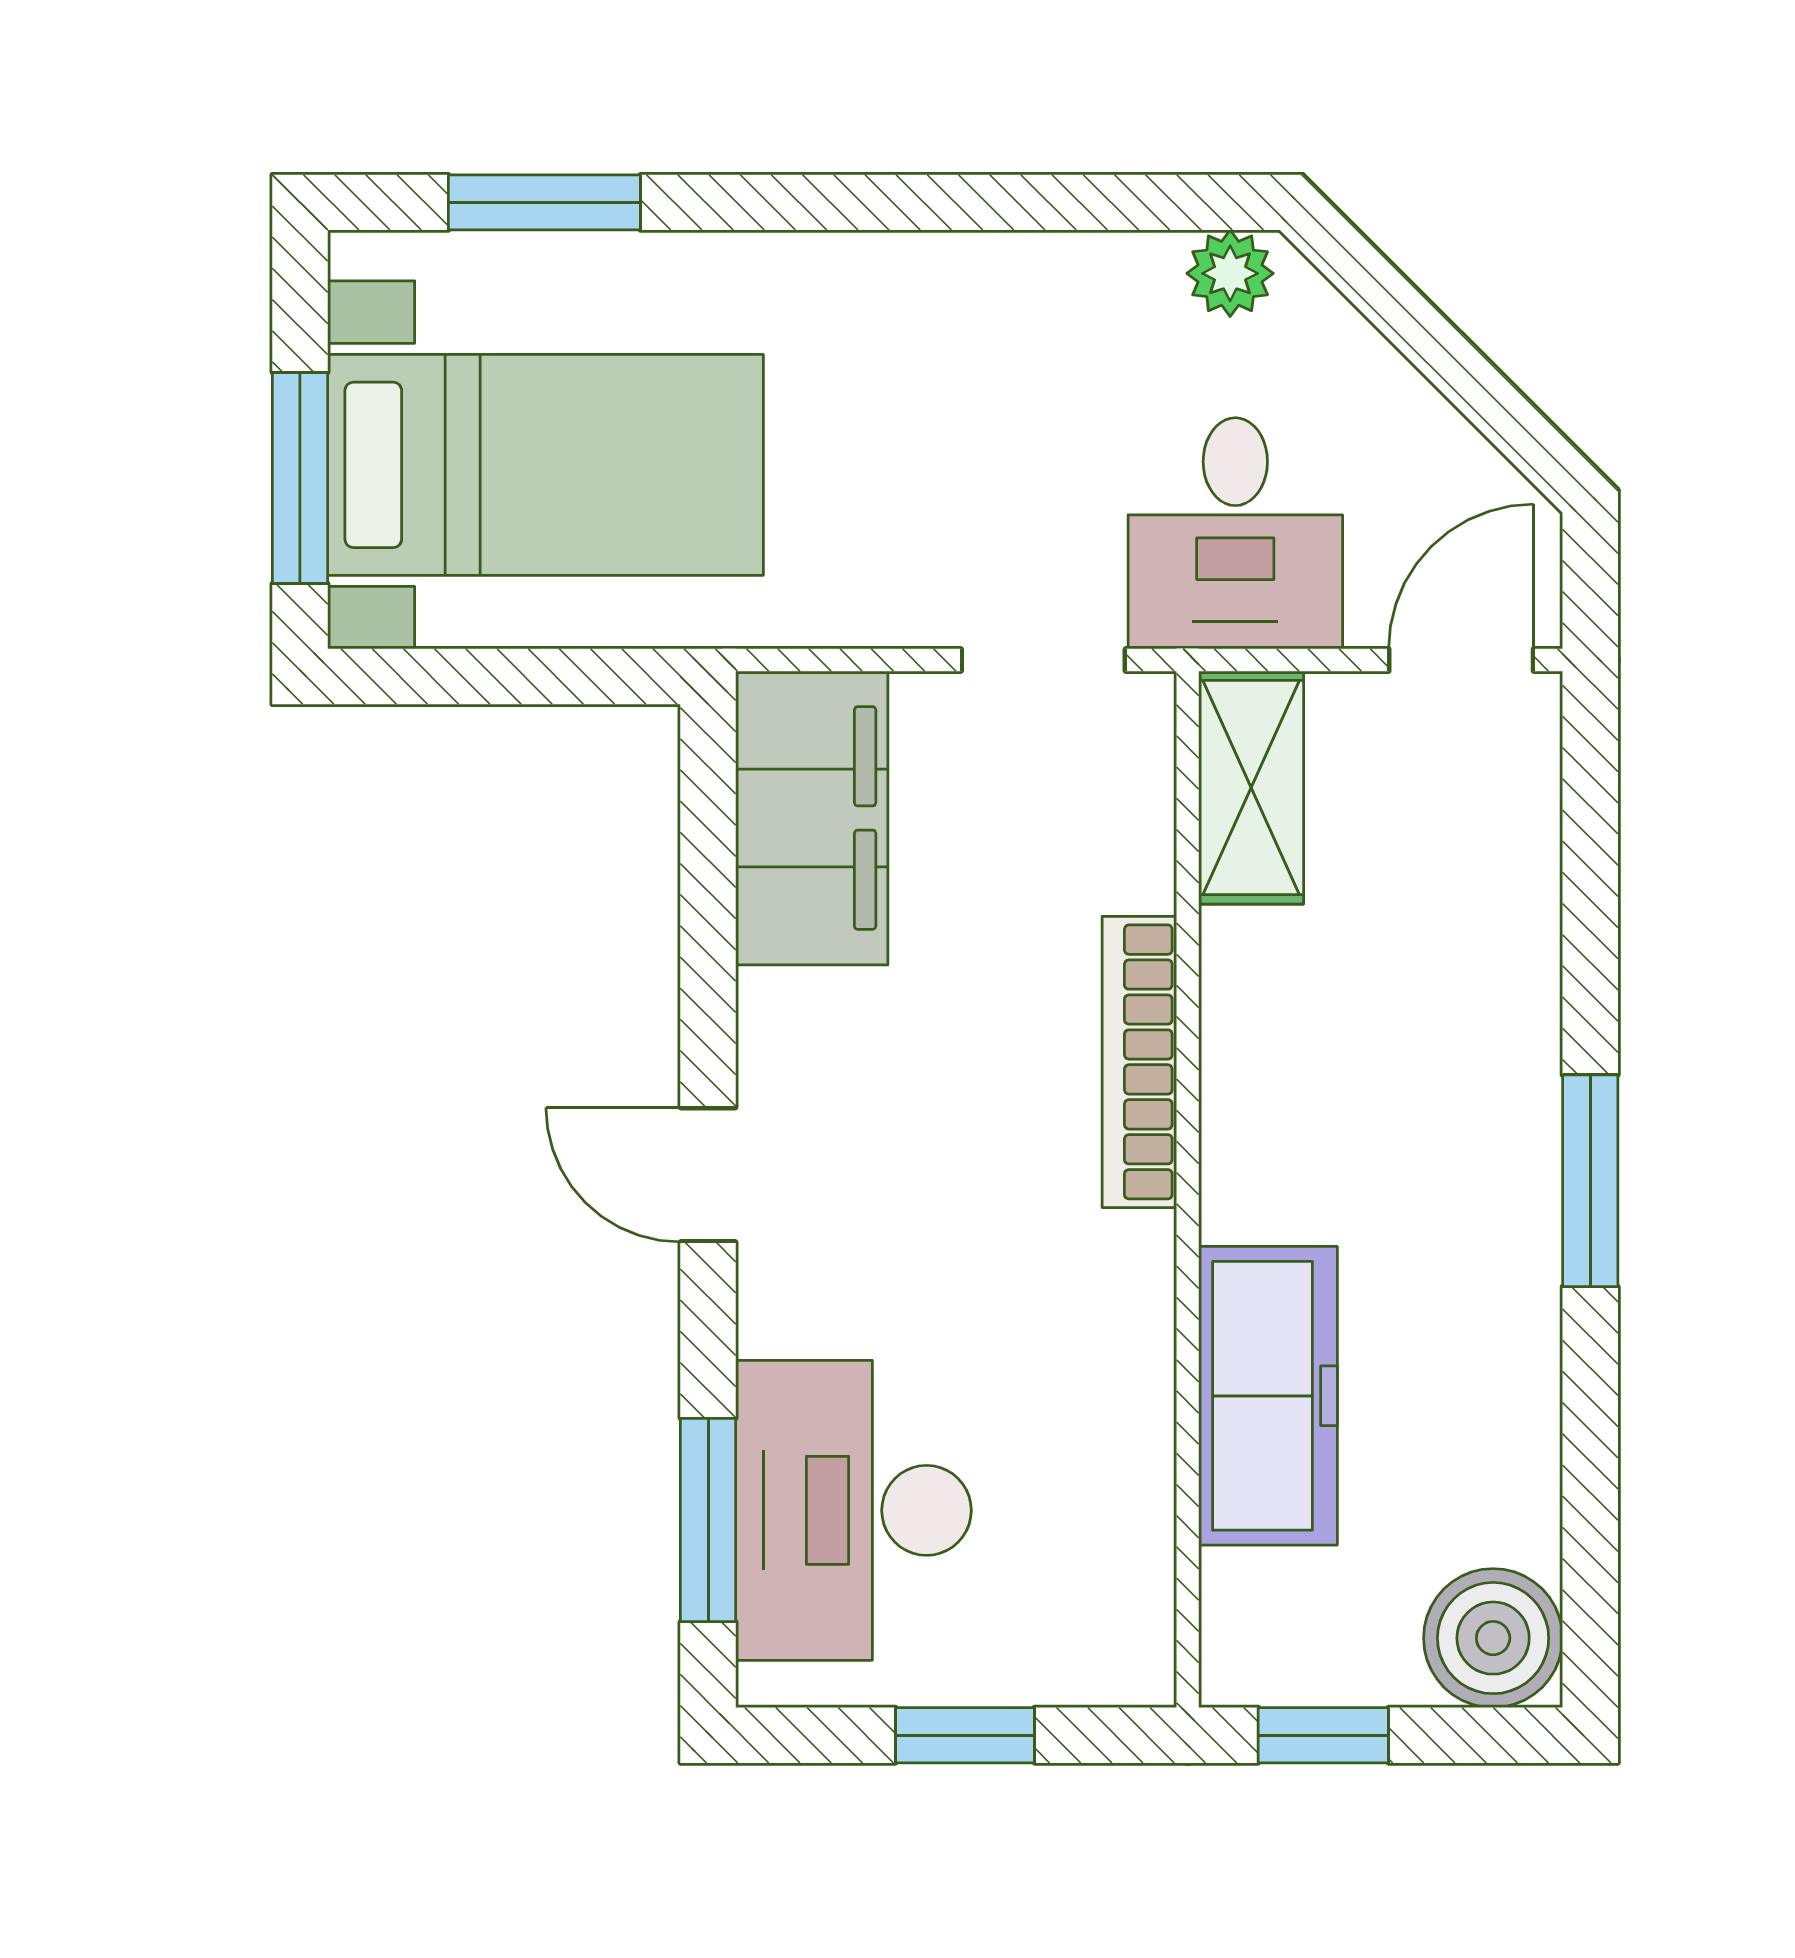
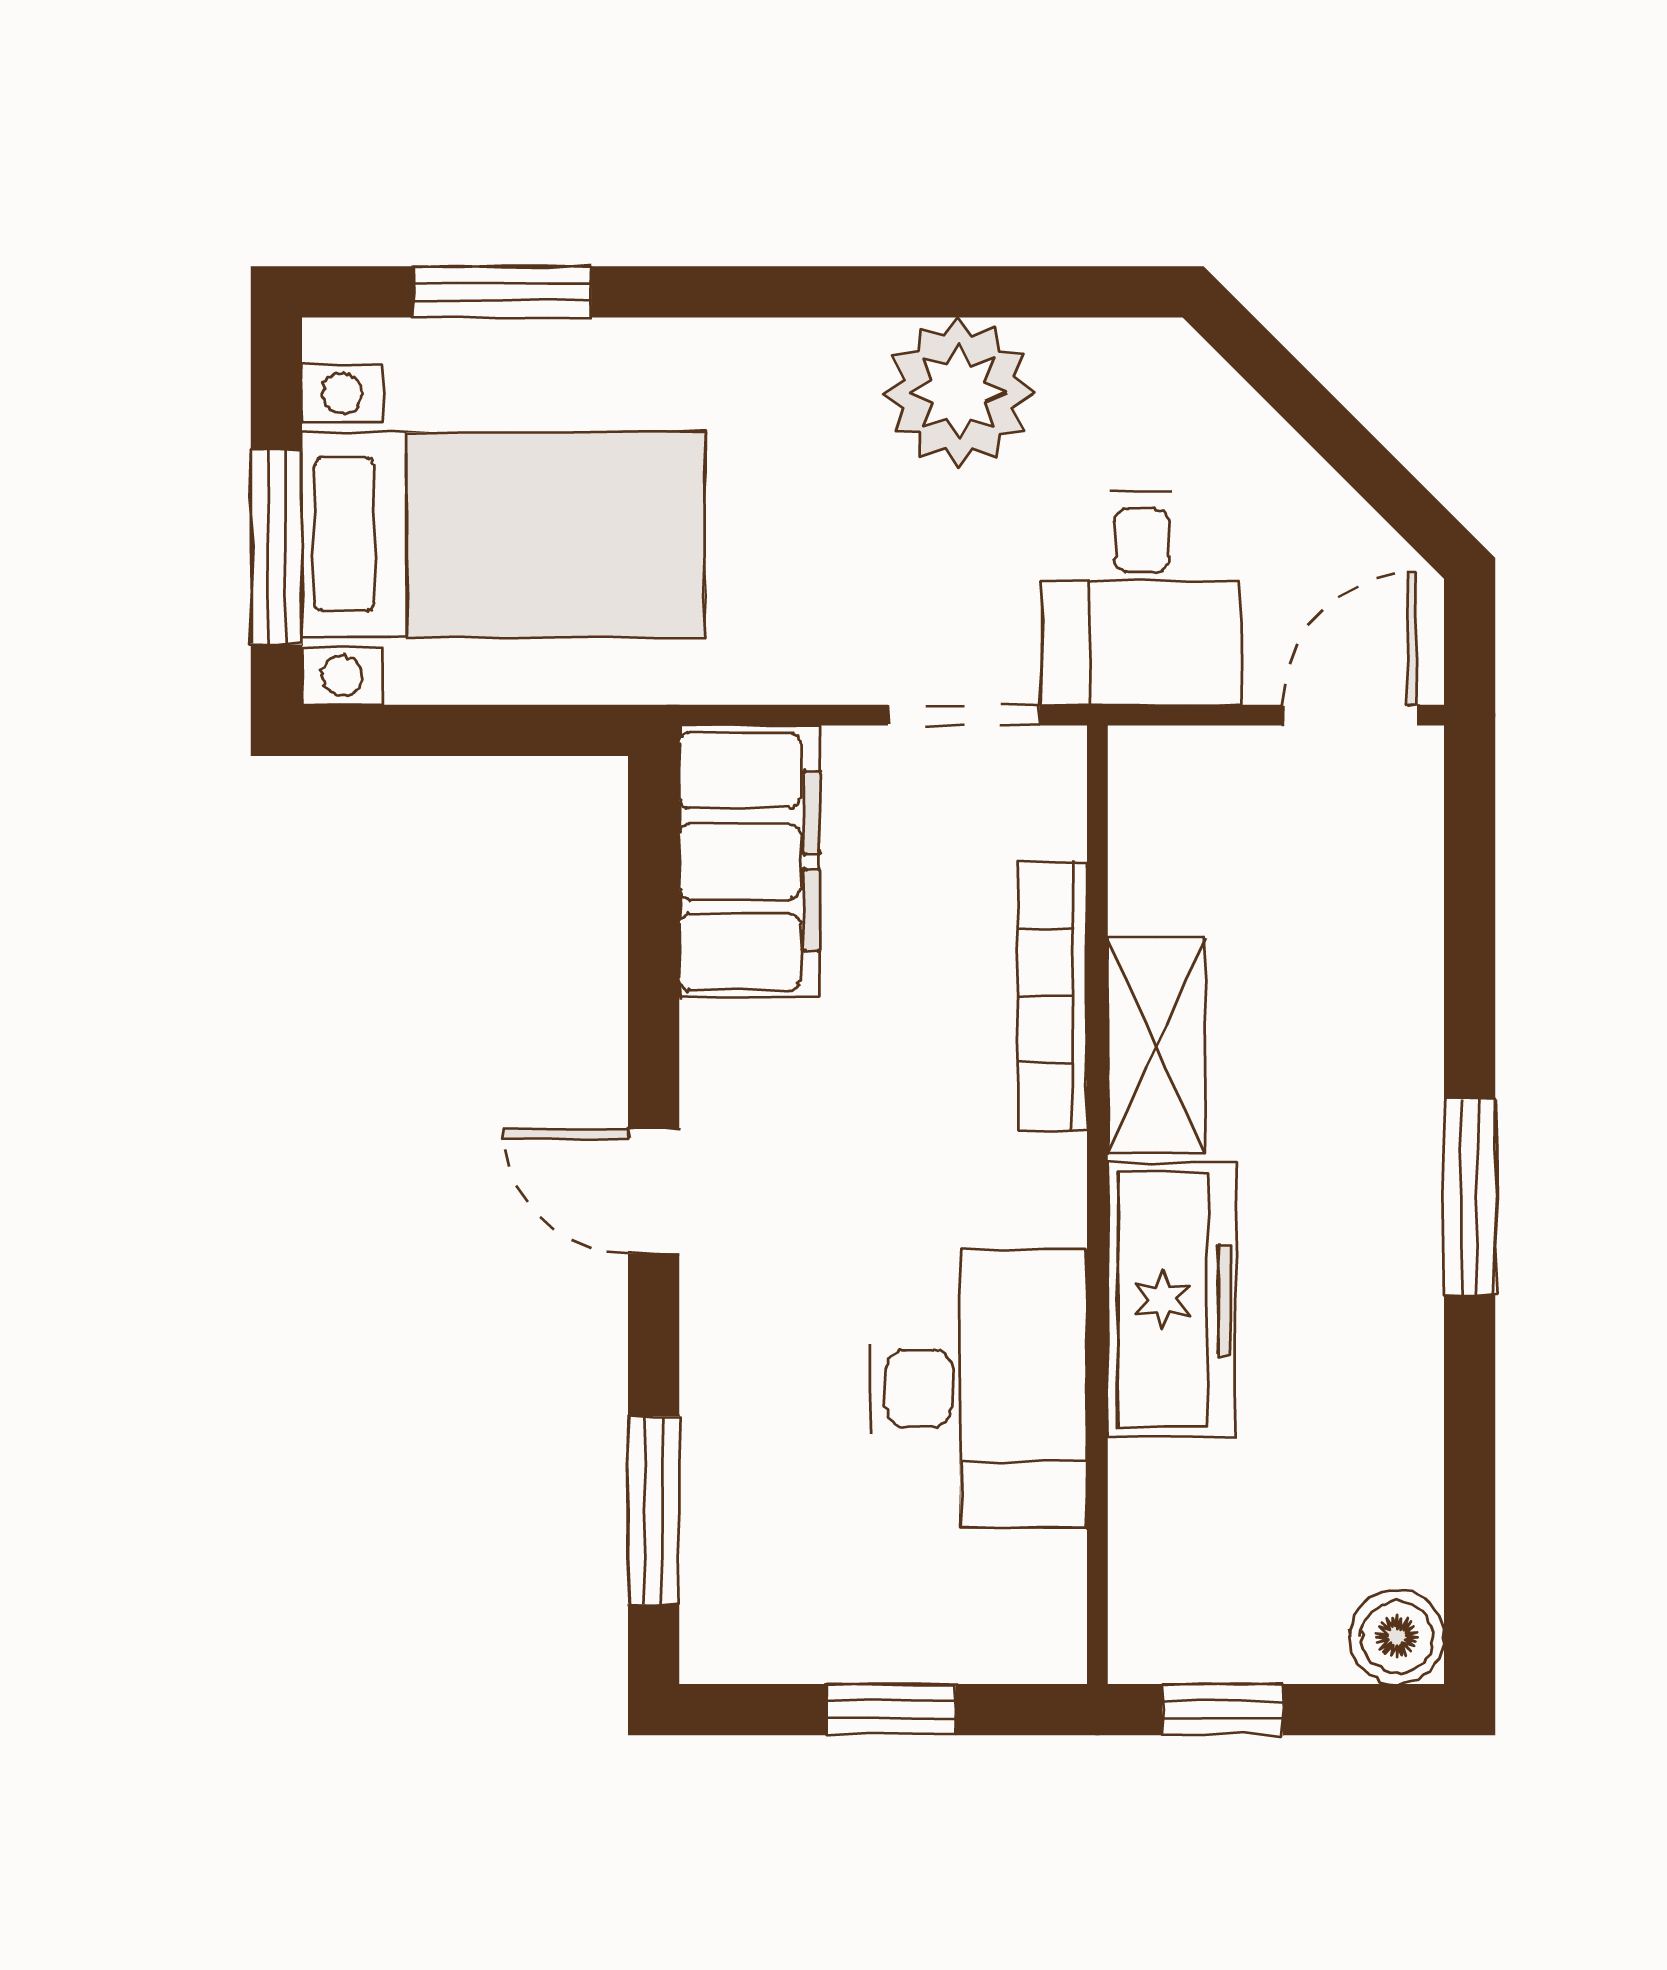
plant: (1230, 273) -> (959, 393), moved, width x1.88, depth x1.88
shelving: (1251, 788) -> (1156, 1046), moved
bookcase: (1139, 1062) -> (1053, 996), moved
freezer: (1268, 1396) -> (1172, 1300), moved
desk: (853, 1510) -> (978, 1388), moved, turned 180
boiler: (1493, 1638) -> (1397, 1637), width x0.73, depth x0.73

